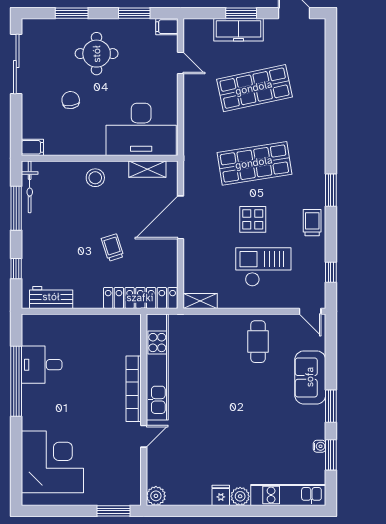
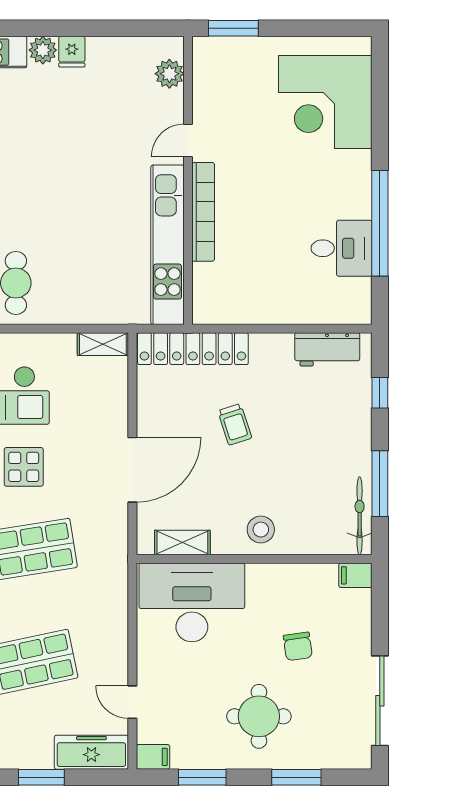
freezer: (239, 30) -> (91, 752), moved
plant: (156, 496) -> (169, 74), moved

